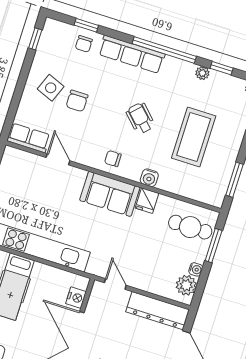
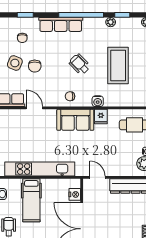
chair: (84, 44) -> (22, 38), moved

